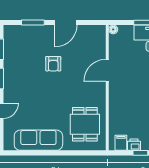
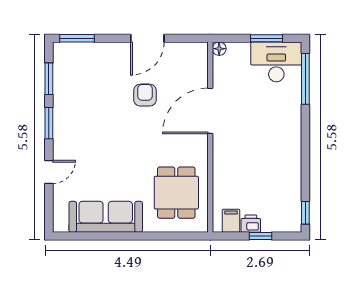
window: (33, 23) -> (77, 38), moved
armchair: (53, 64) -> (145, 95), moved, turned 180
door: (107, 70) -> (210, 111), width x1.36

